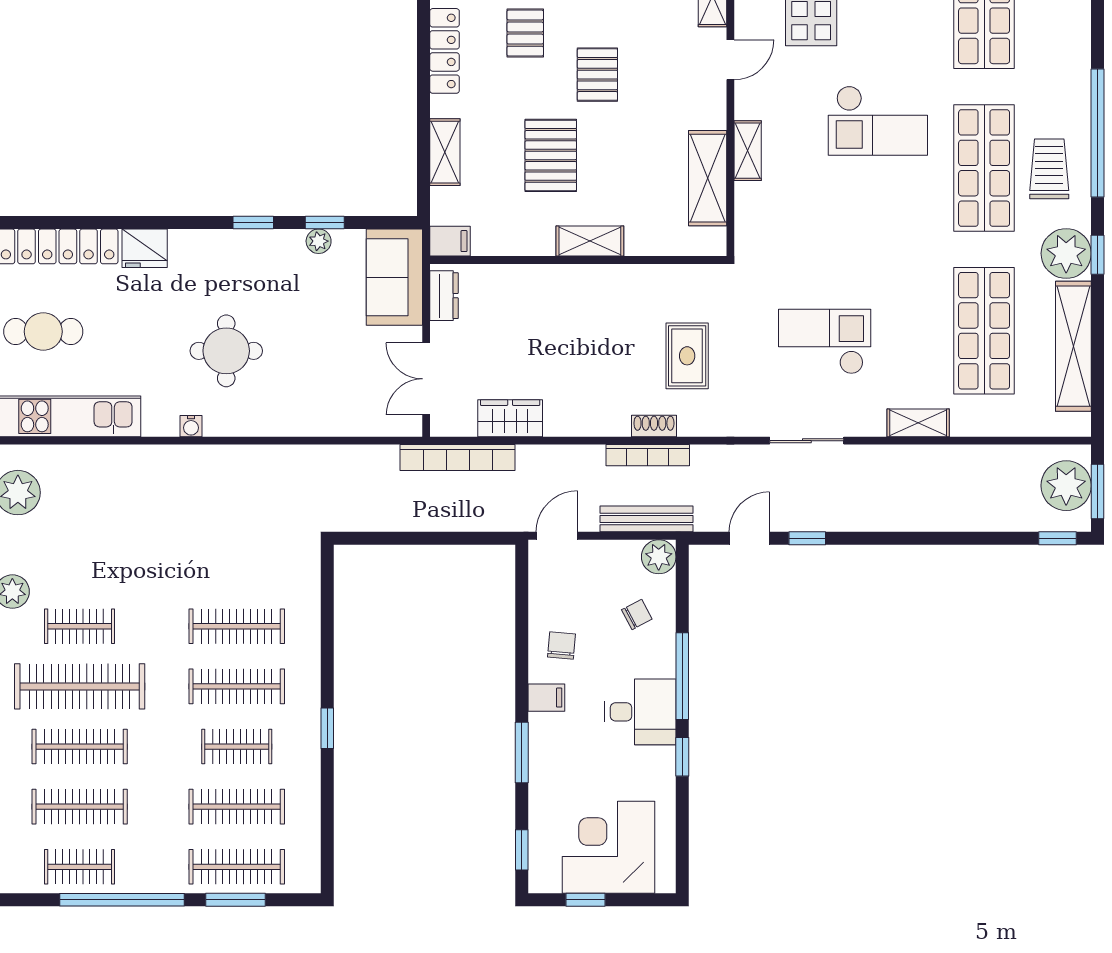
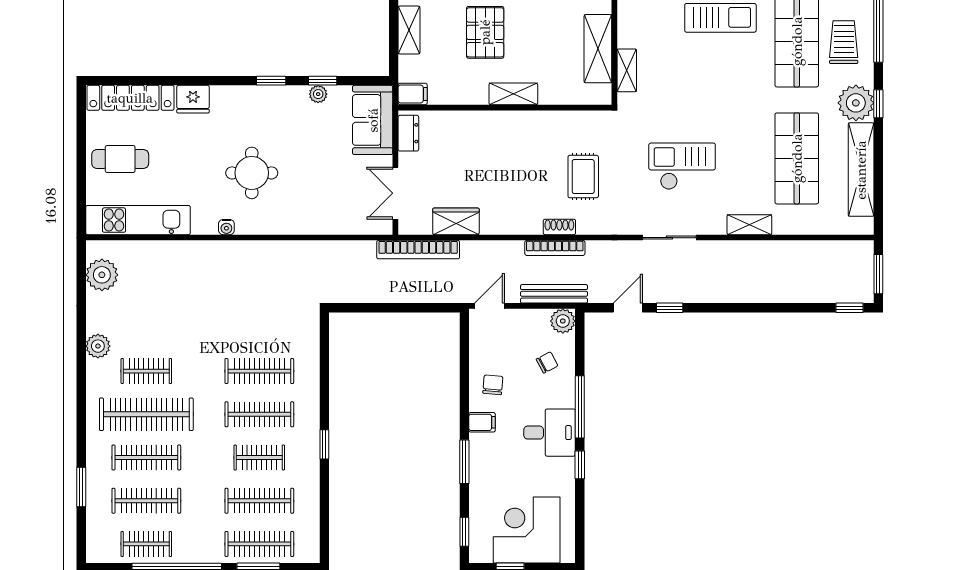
shelving: (748, 151) -> (627, 70), moved
plant: (1066, 486) -> (856, 270), removed

